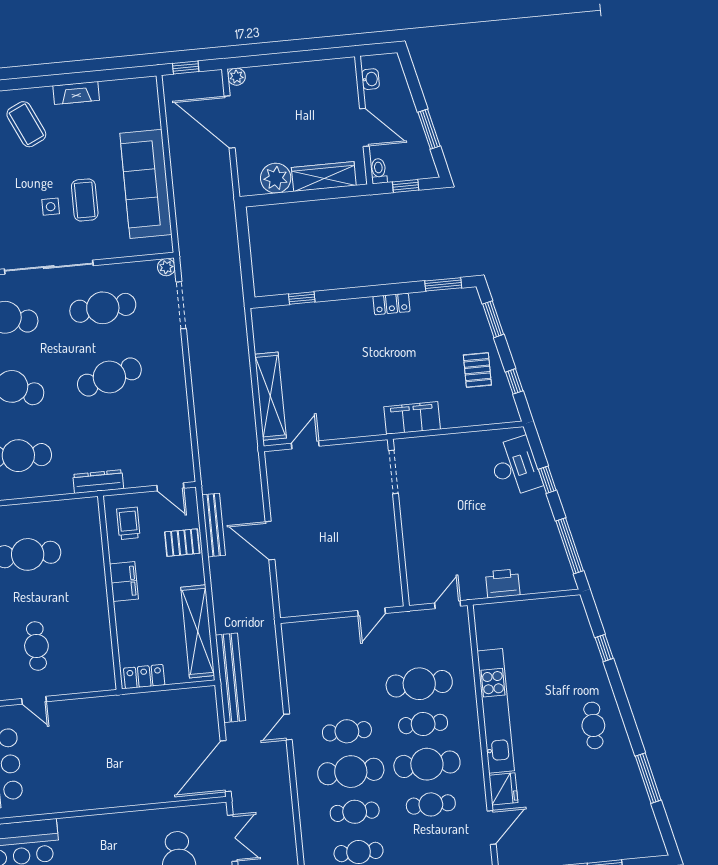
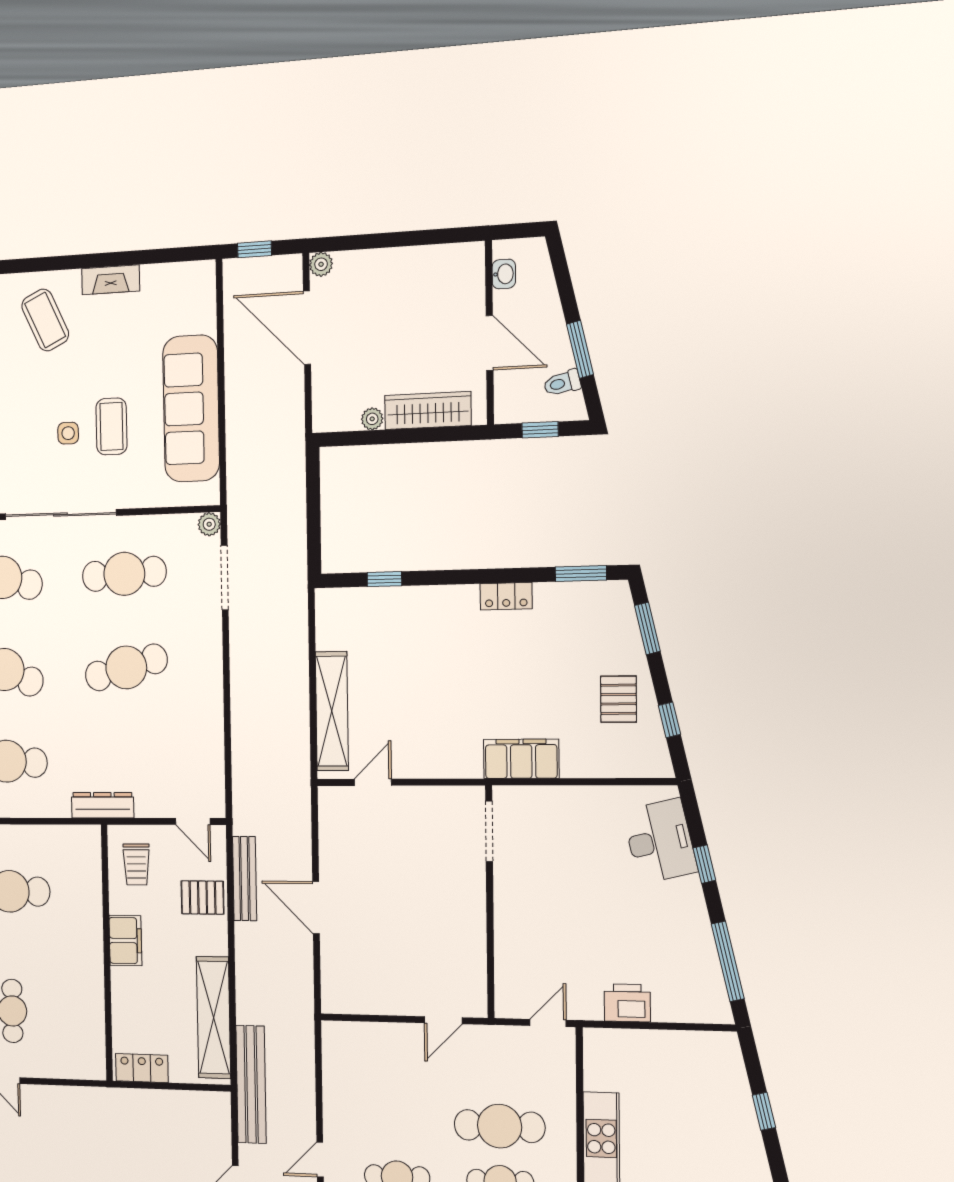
toilet: (379, 171) -> (562, 383), moved, turned -103
plant: (276, 178) -> (372, 419), width x0.53, depth x0.53
trolley: (128, 523) -> (136, 864), turned 180

